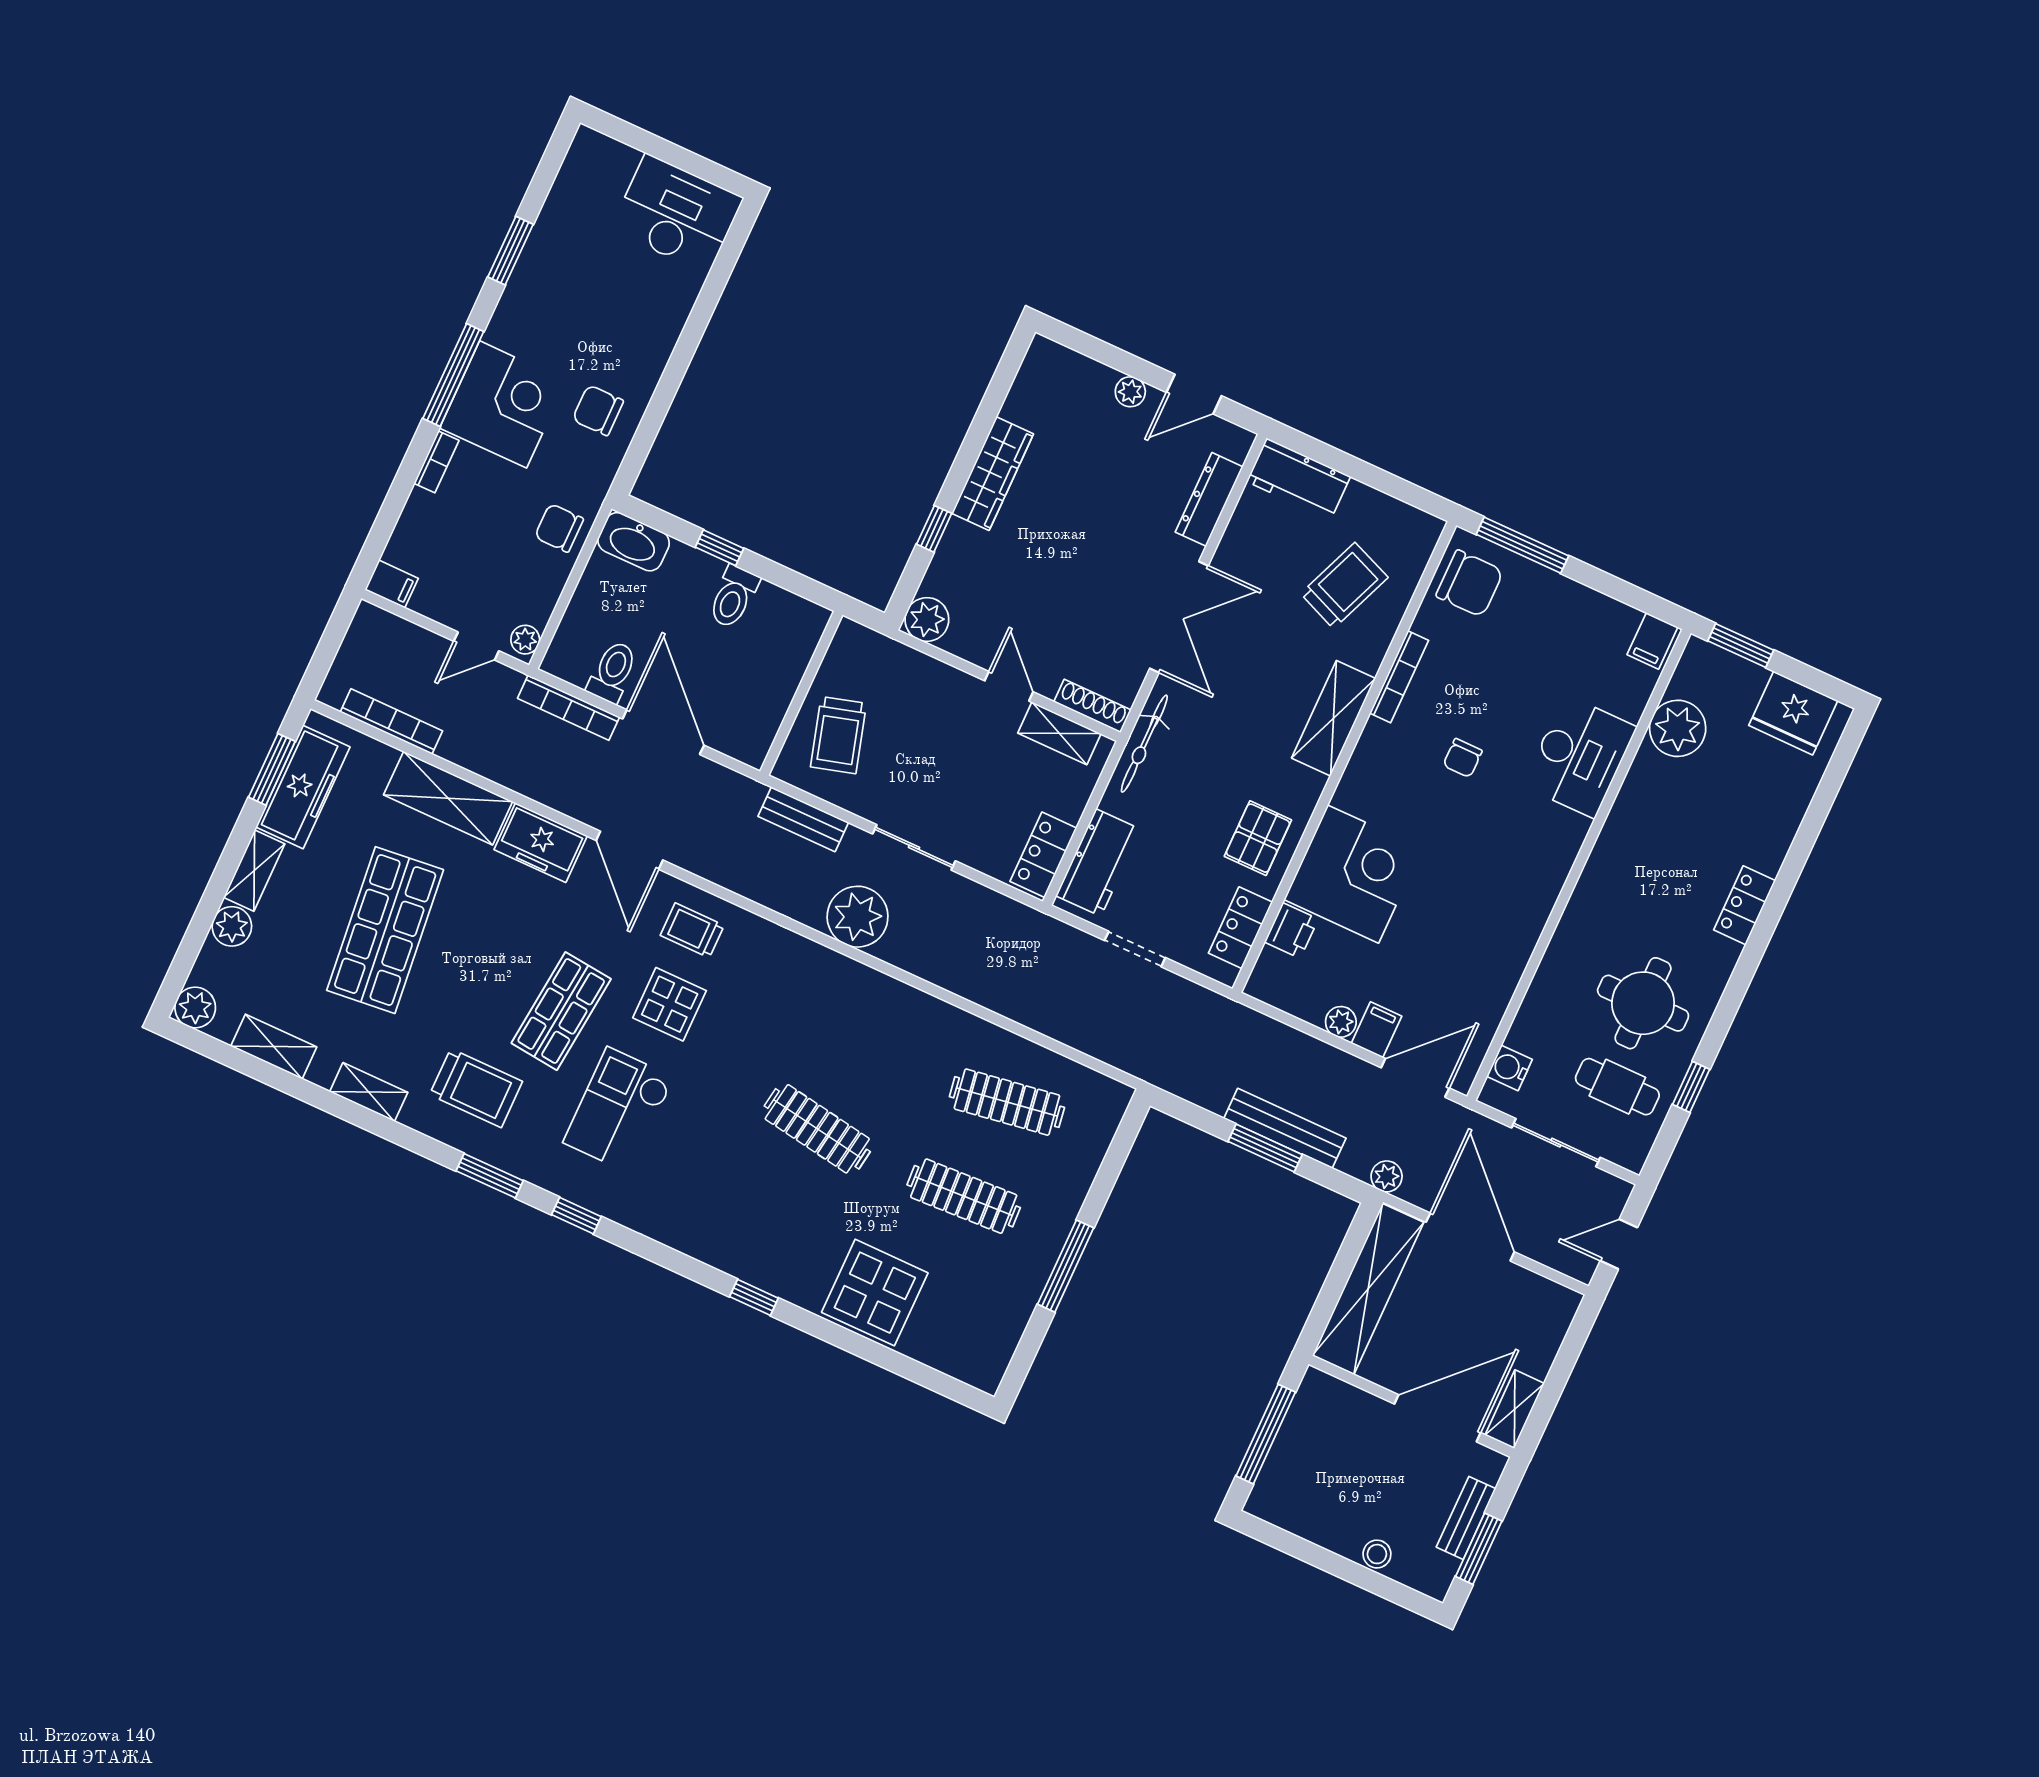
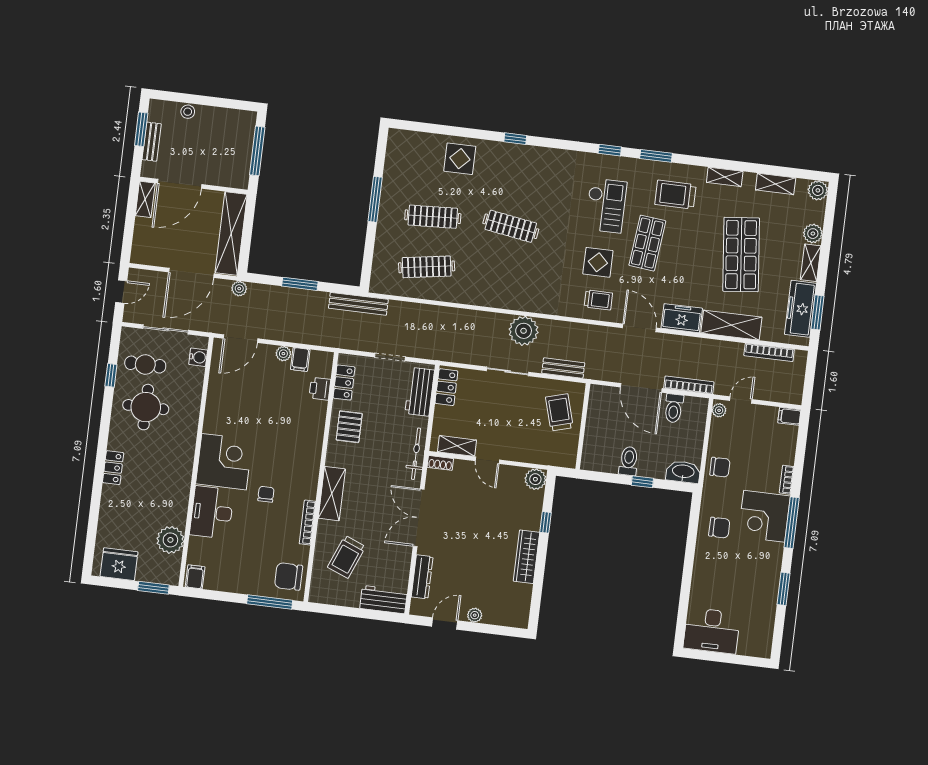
shoe rack: (1092, 706) -> (440, 463), width x0.70
corner desk: (1353, 874) -> (224, 462), moved, turned 180
filing cabinet: (1376, 1030) -> (300, 359), moved
bench: (1285, 1128) -> (358, 304), moved
door: (1470, 1237) -> (191, 273), hinge flipped
display table: (875, 1293) -> (460, 159), width x0.73, depth x0.73

